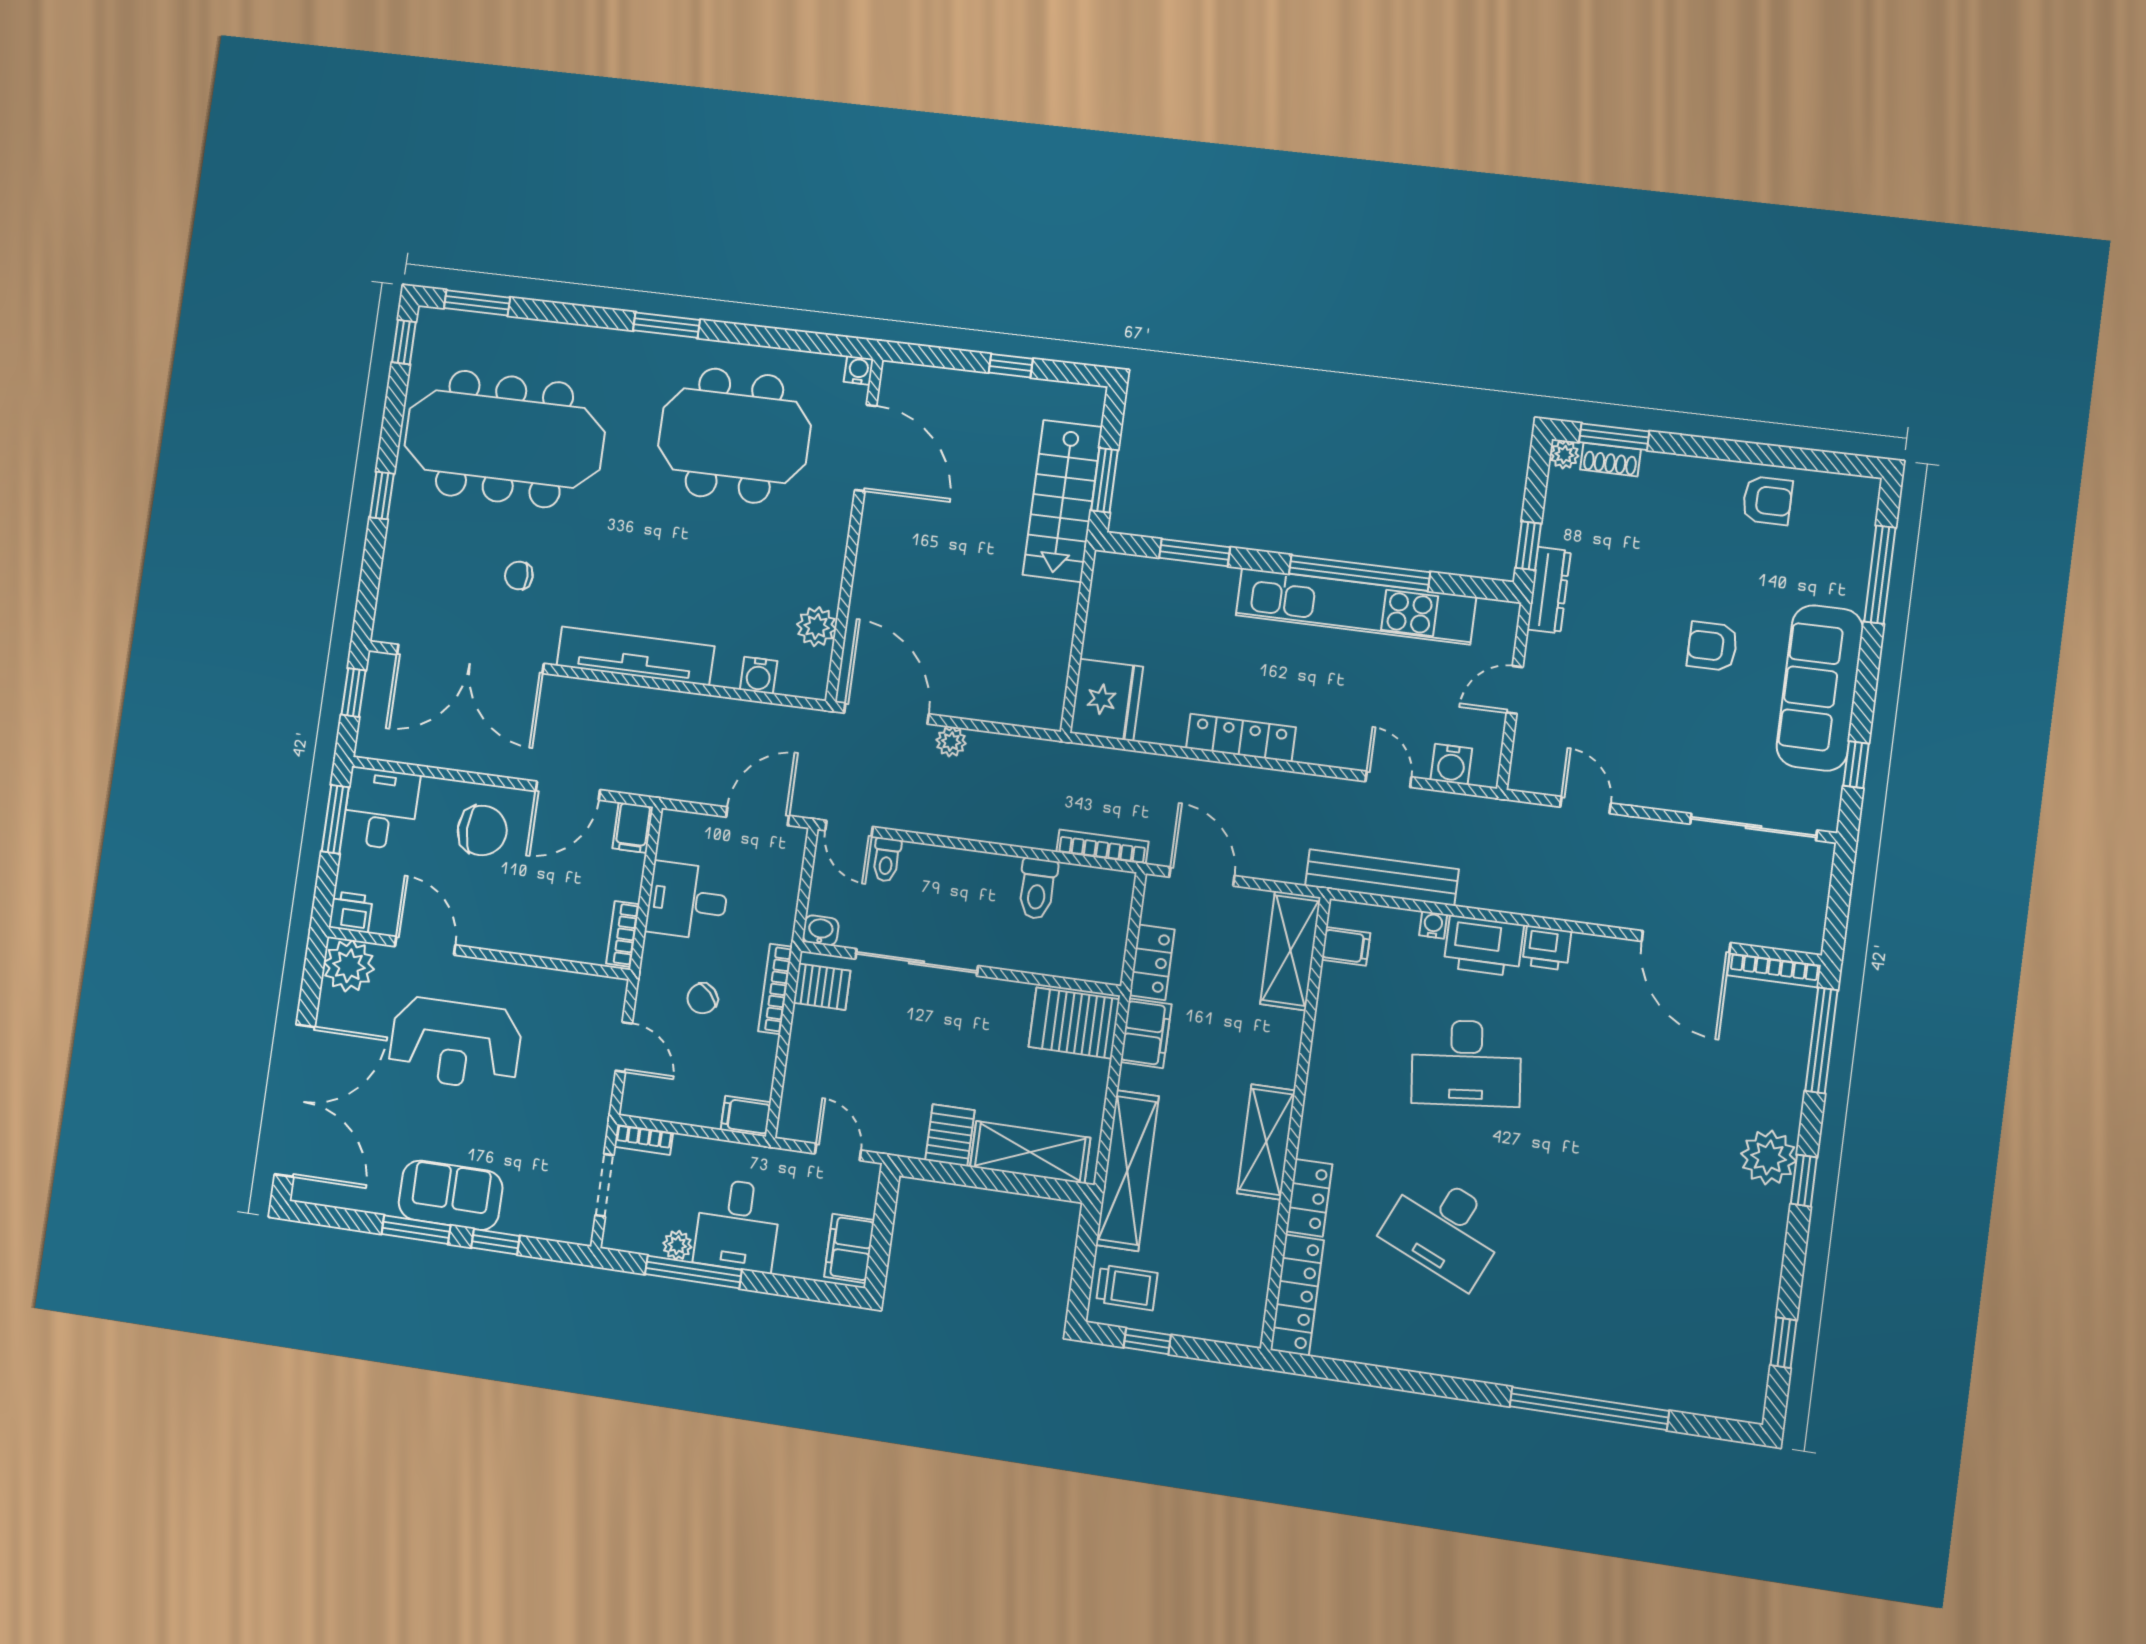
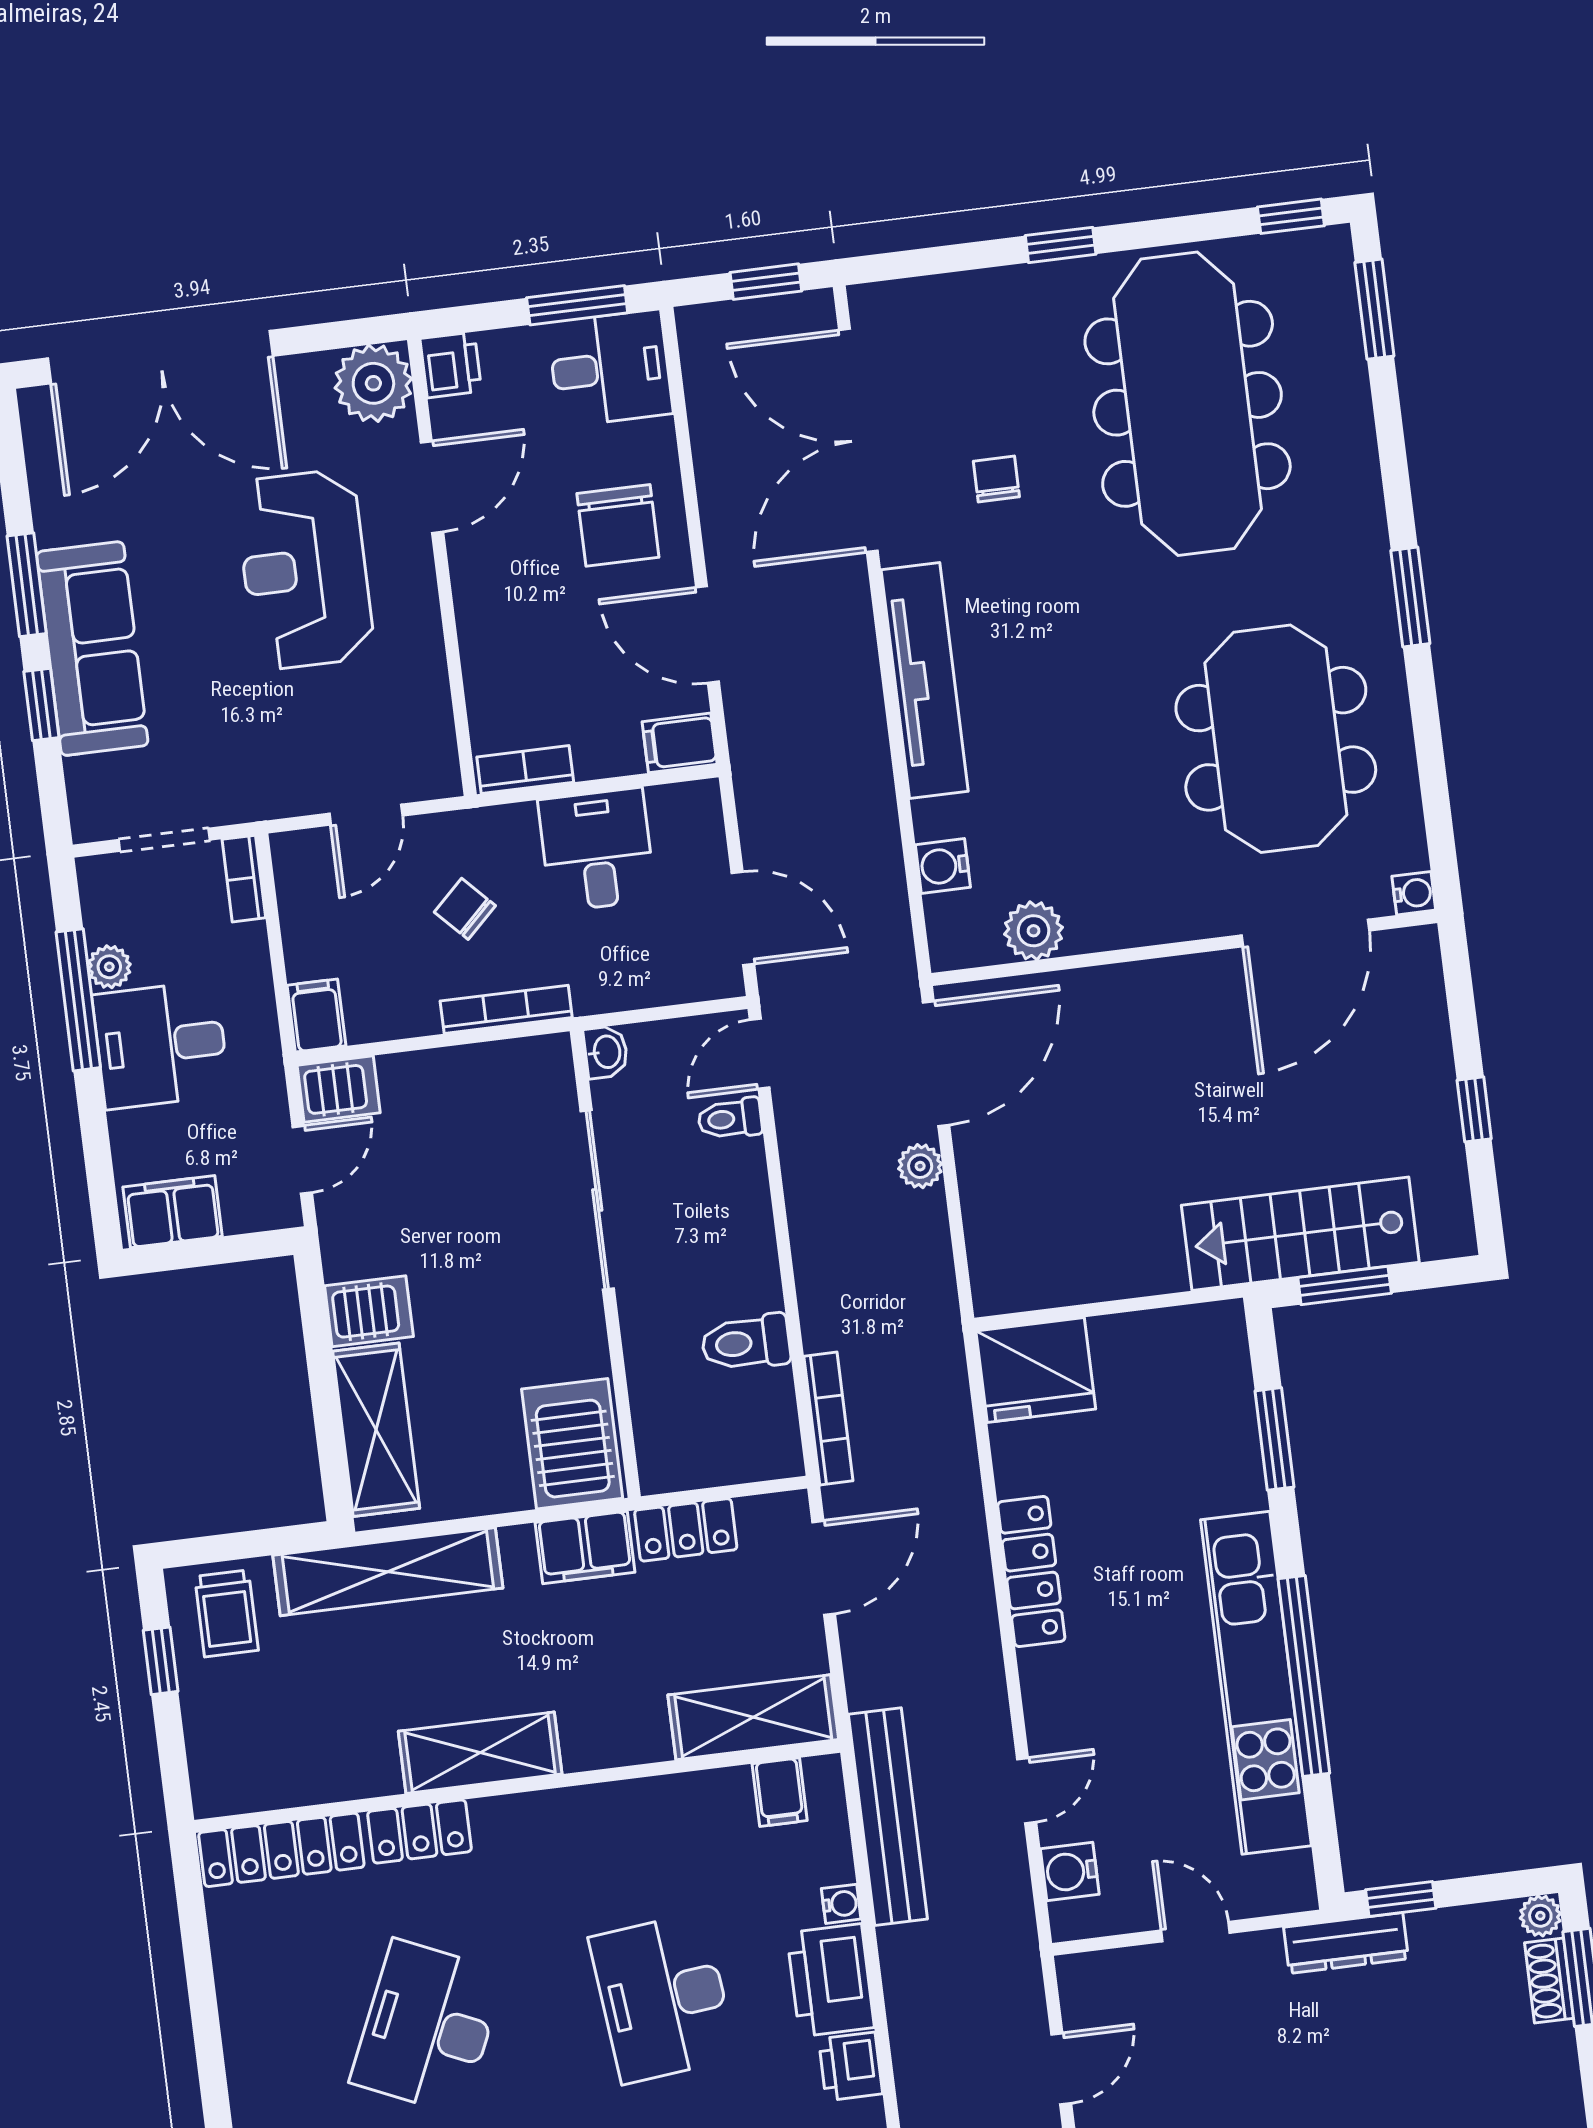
server rack: (822, 987) -> (339, 1089), moved, turned -90
sofa: (451, 1195) -> (92, 649), width x1.36

